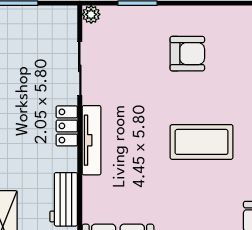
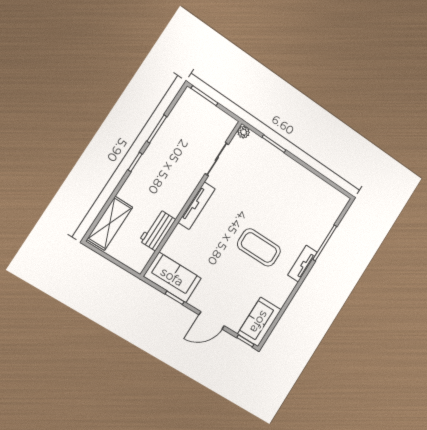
armchair: (187, 54) -> (283, 191), removed
locker: (67, 126) -> (187, 188), removed

